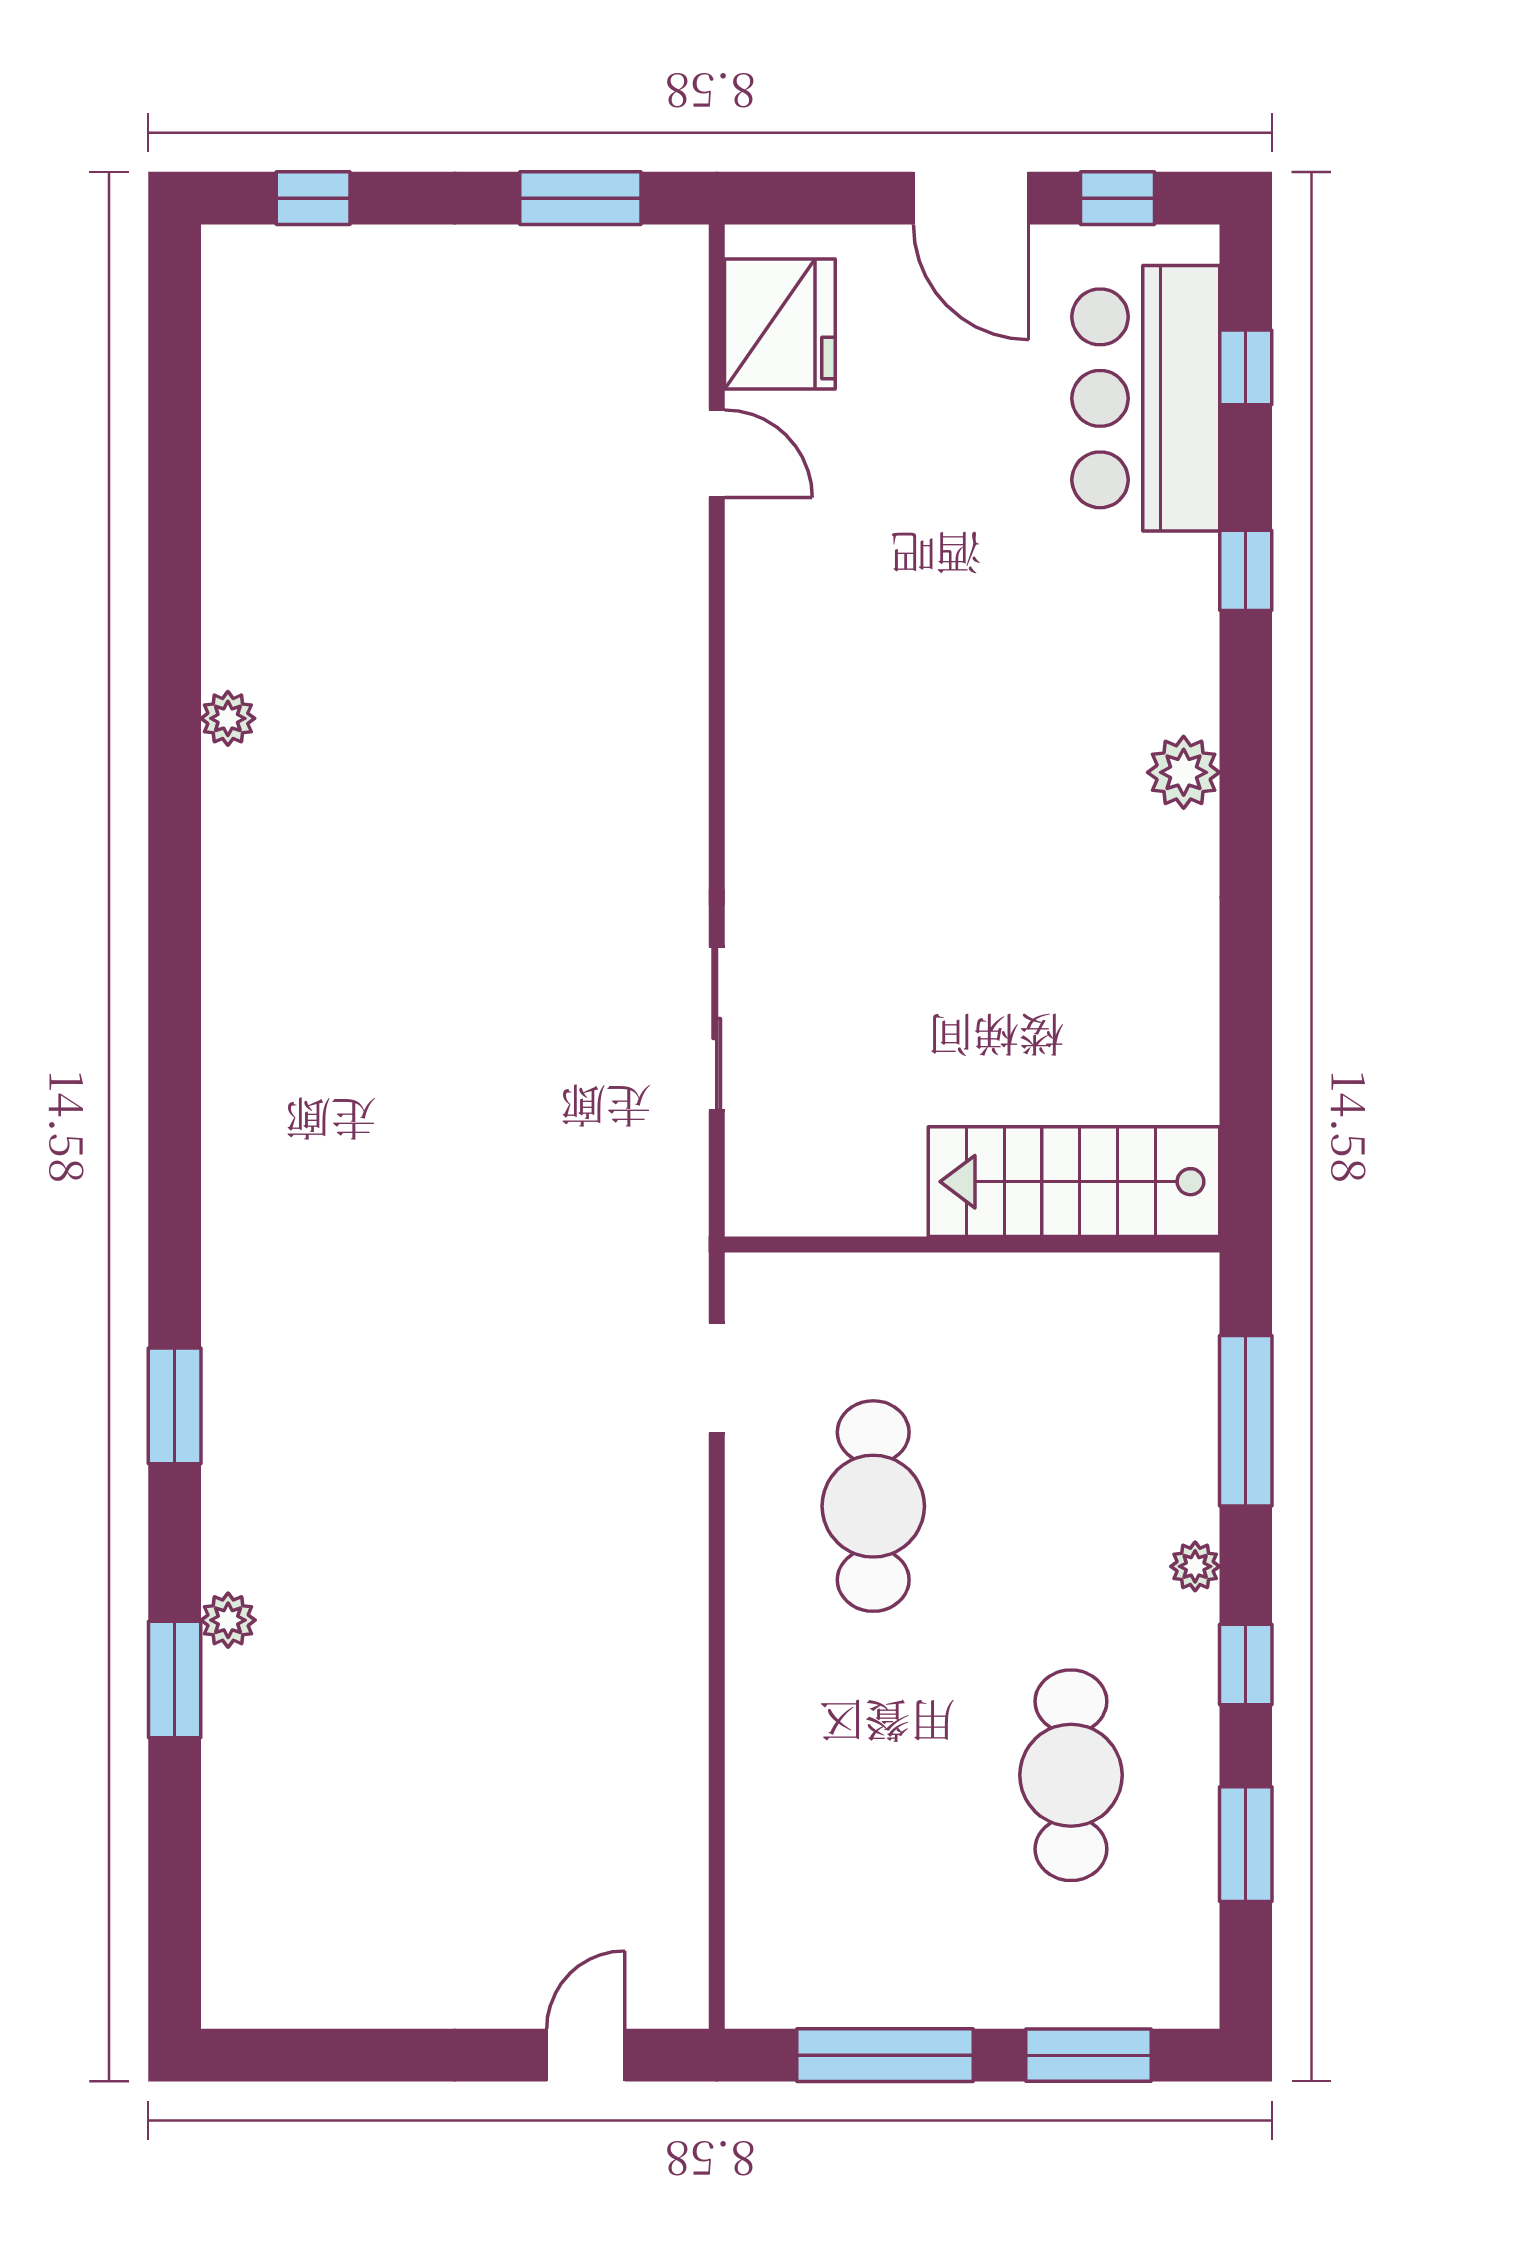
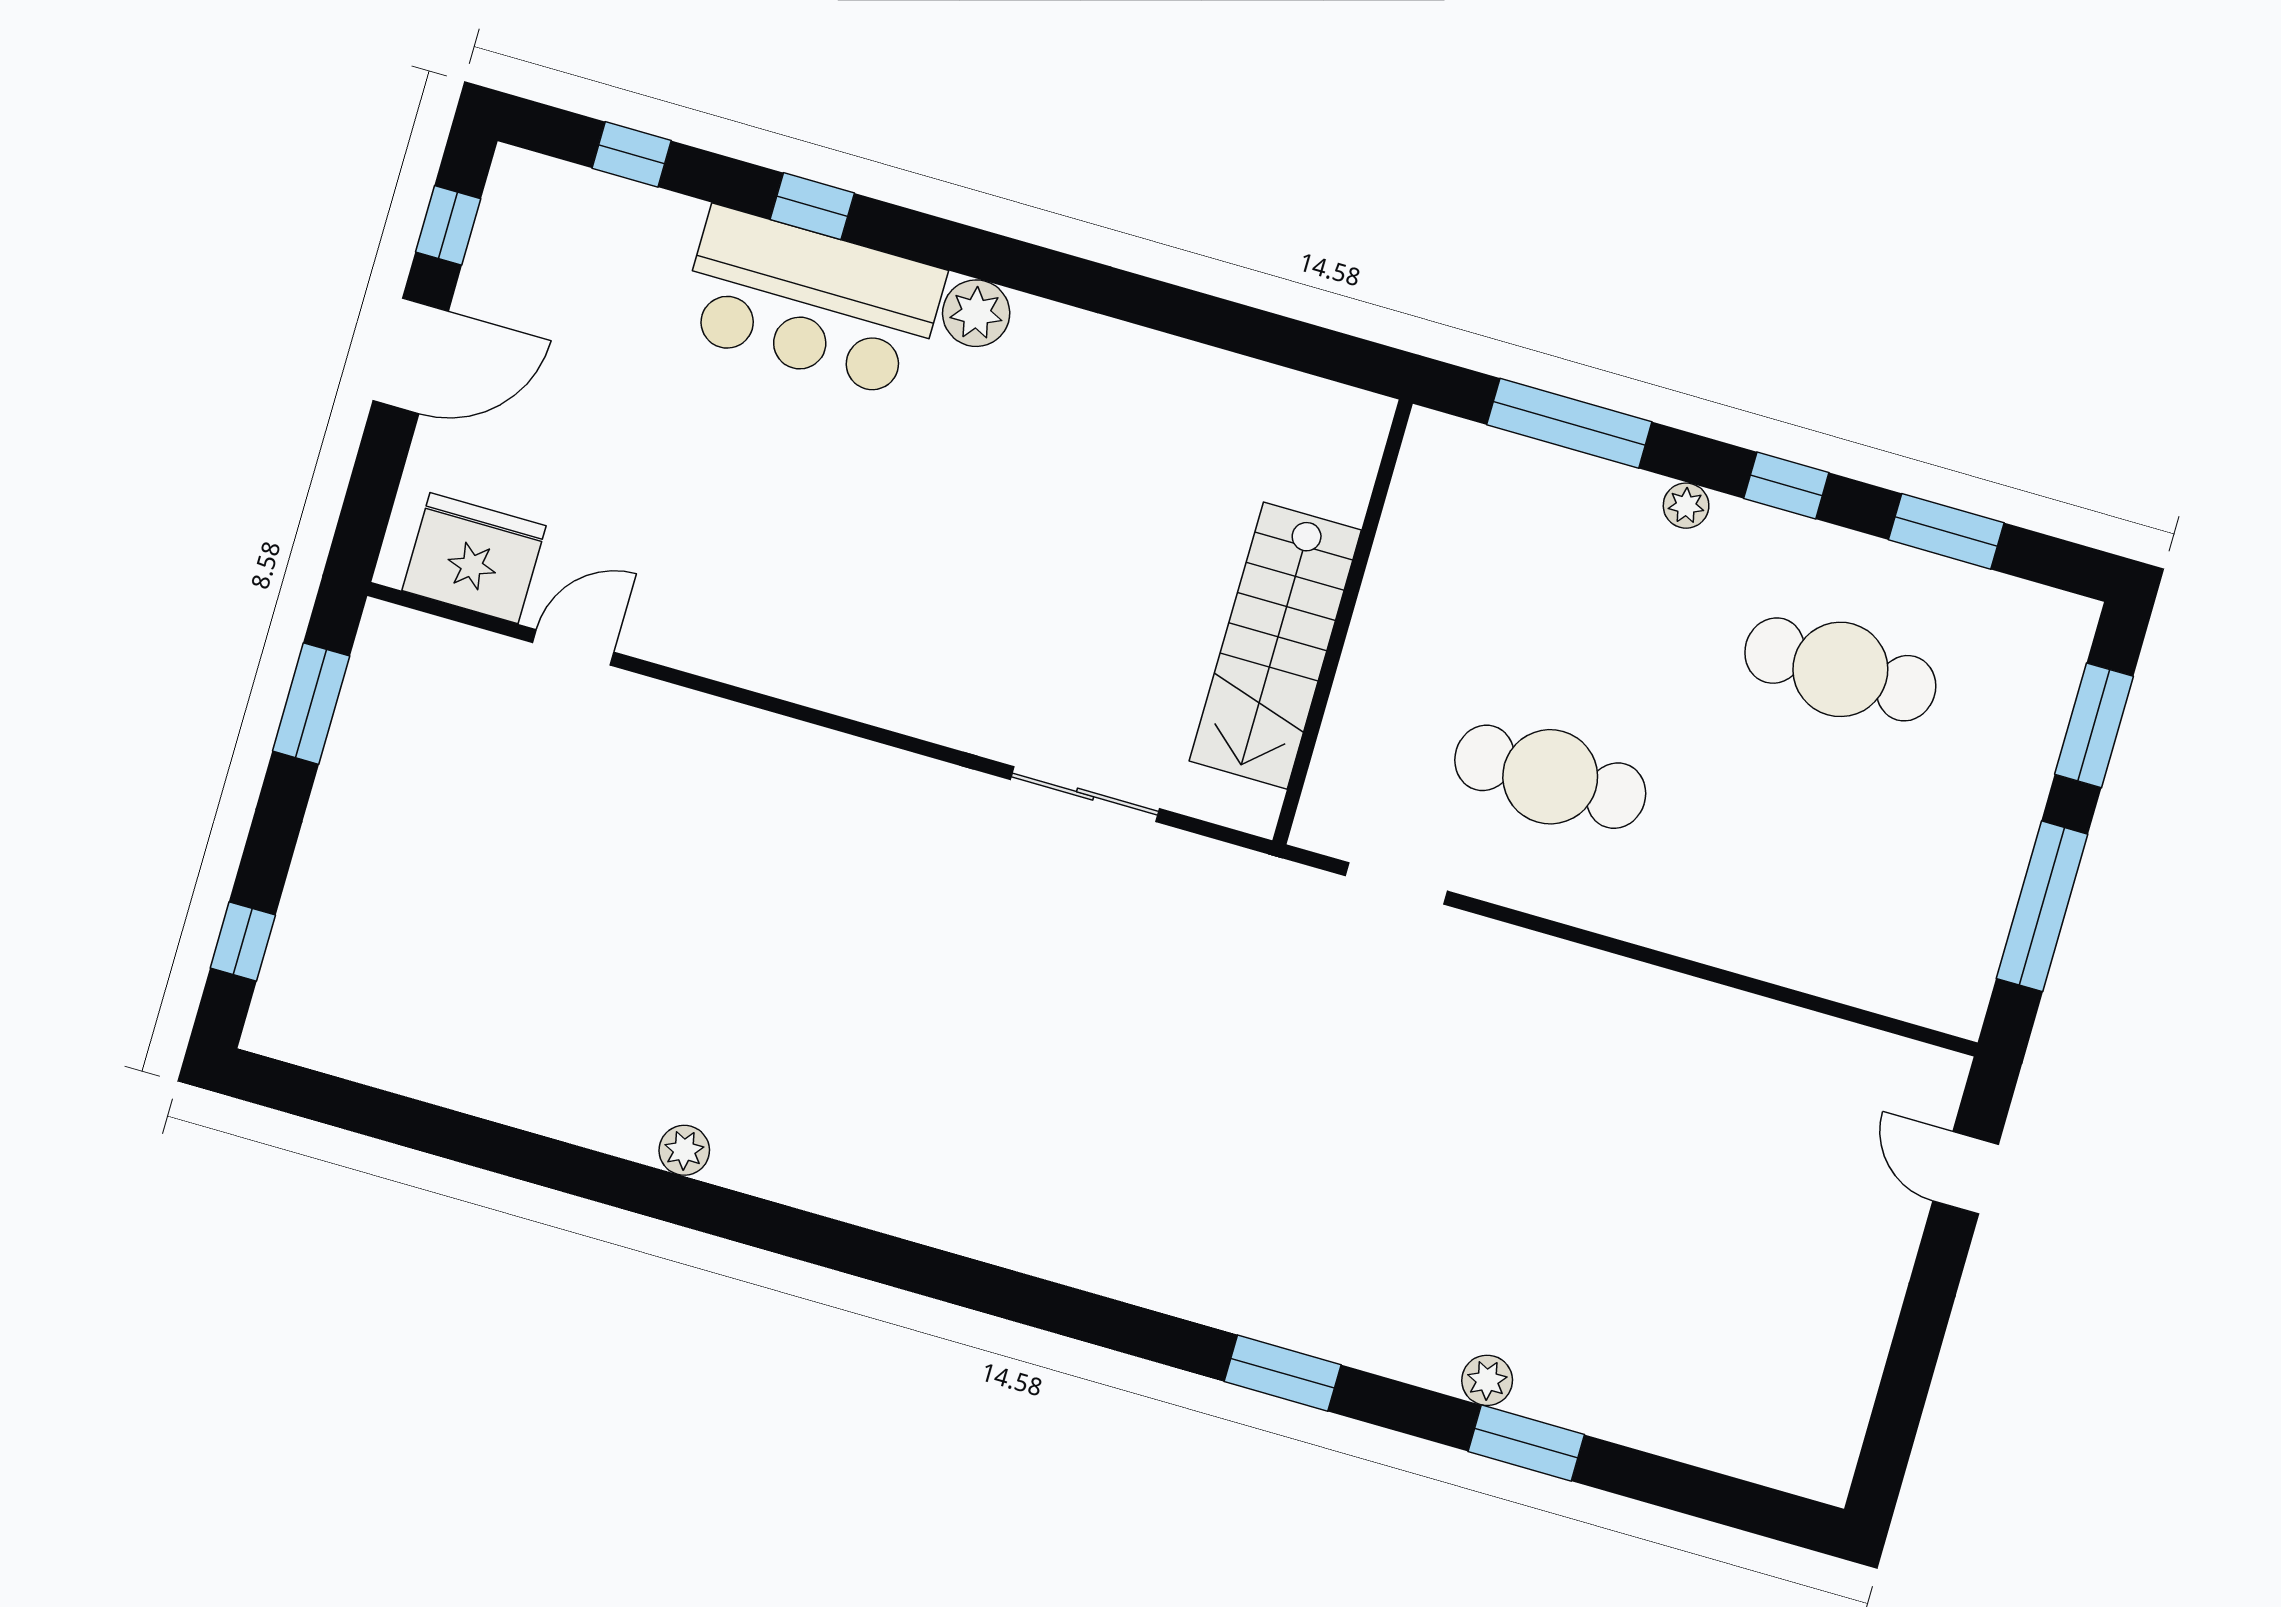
bar counter: (1146, 398) -> (811, 302), moved
stairs: (1074, 1182) -> (1275, 646), moved

